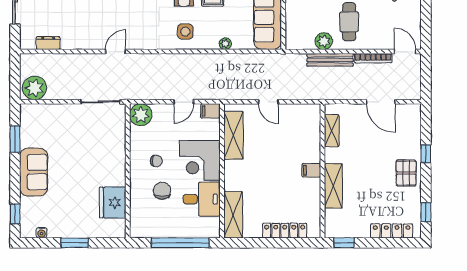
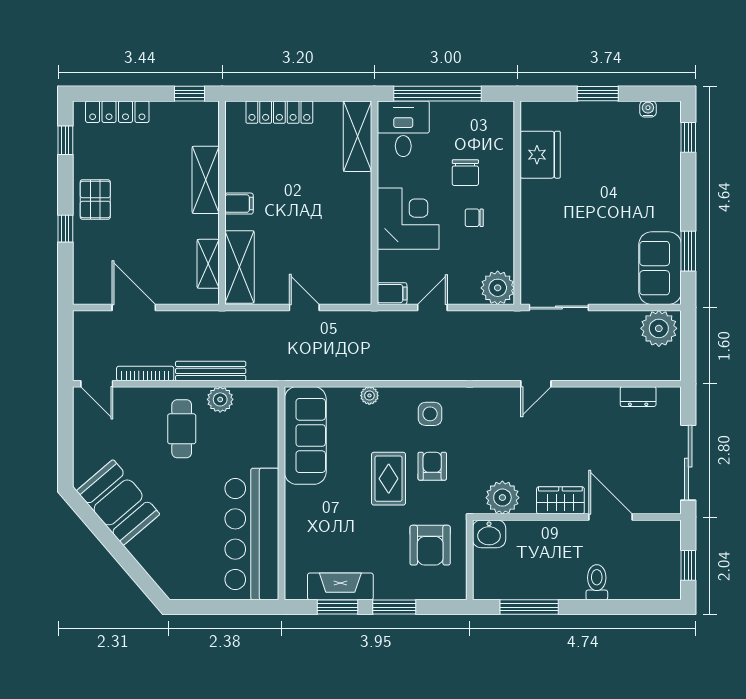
shelving: (233, 135) -> (239, 267), moved
sofa: (34, 172) -> (660, 268), moved
desk: (202, 199) -> (403, 129), moved, turned 90

